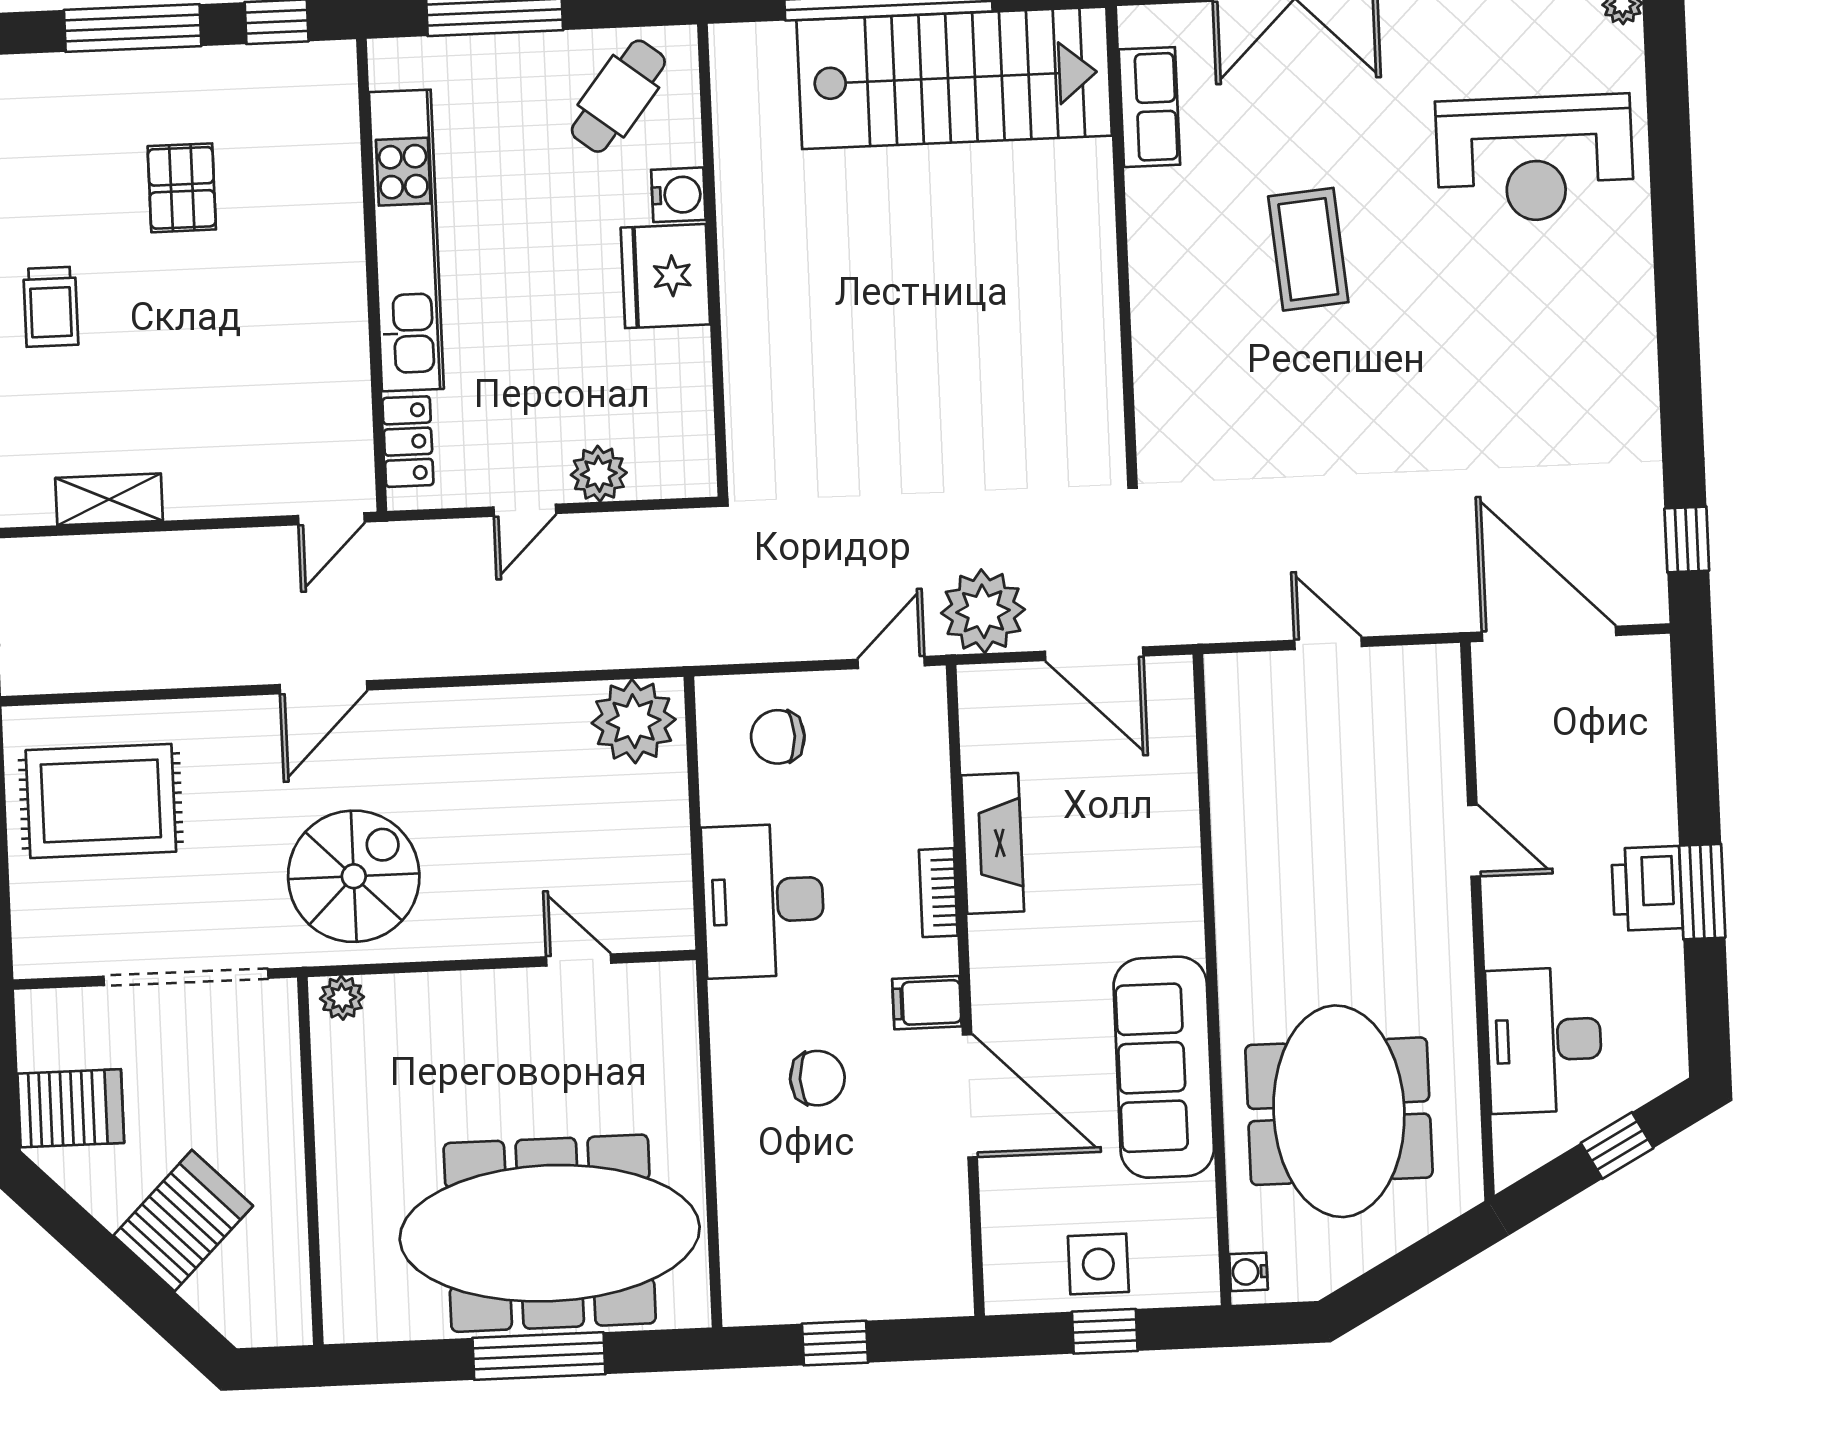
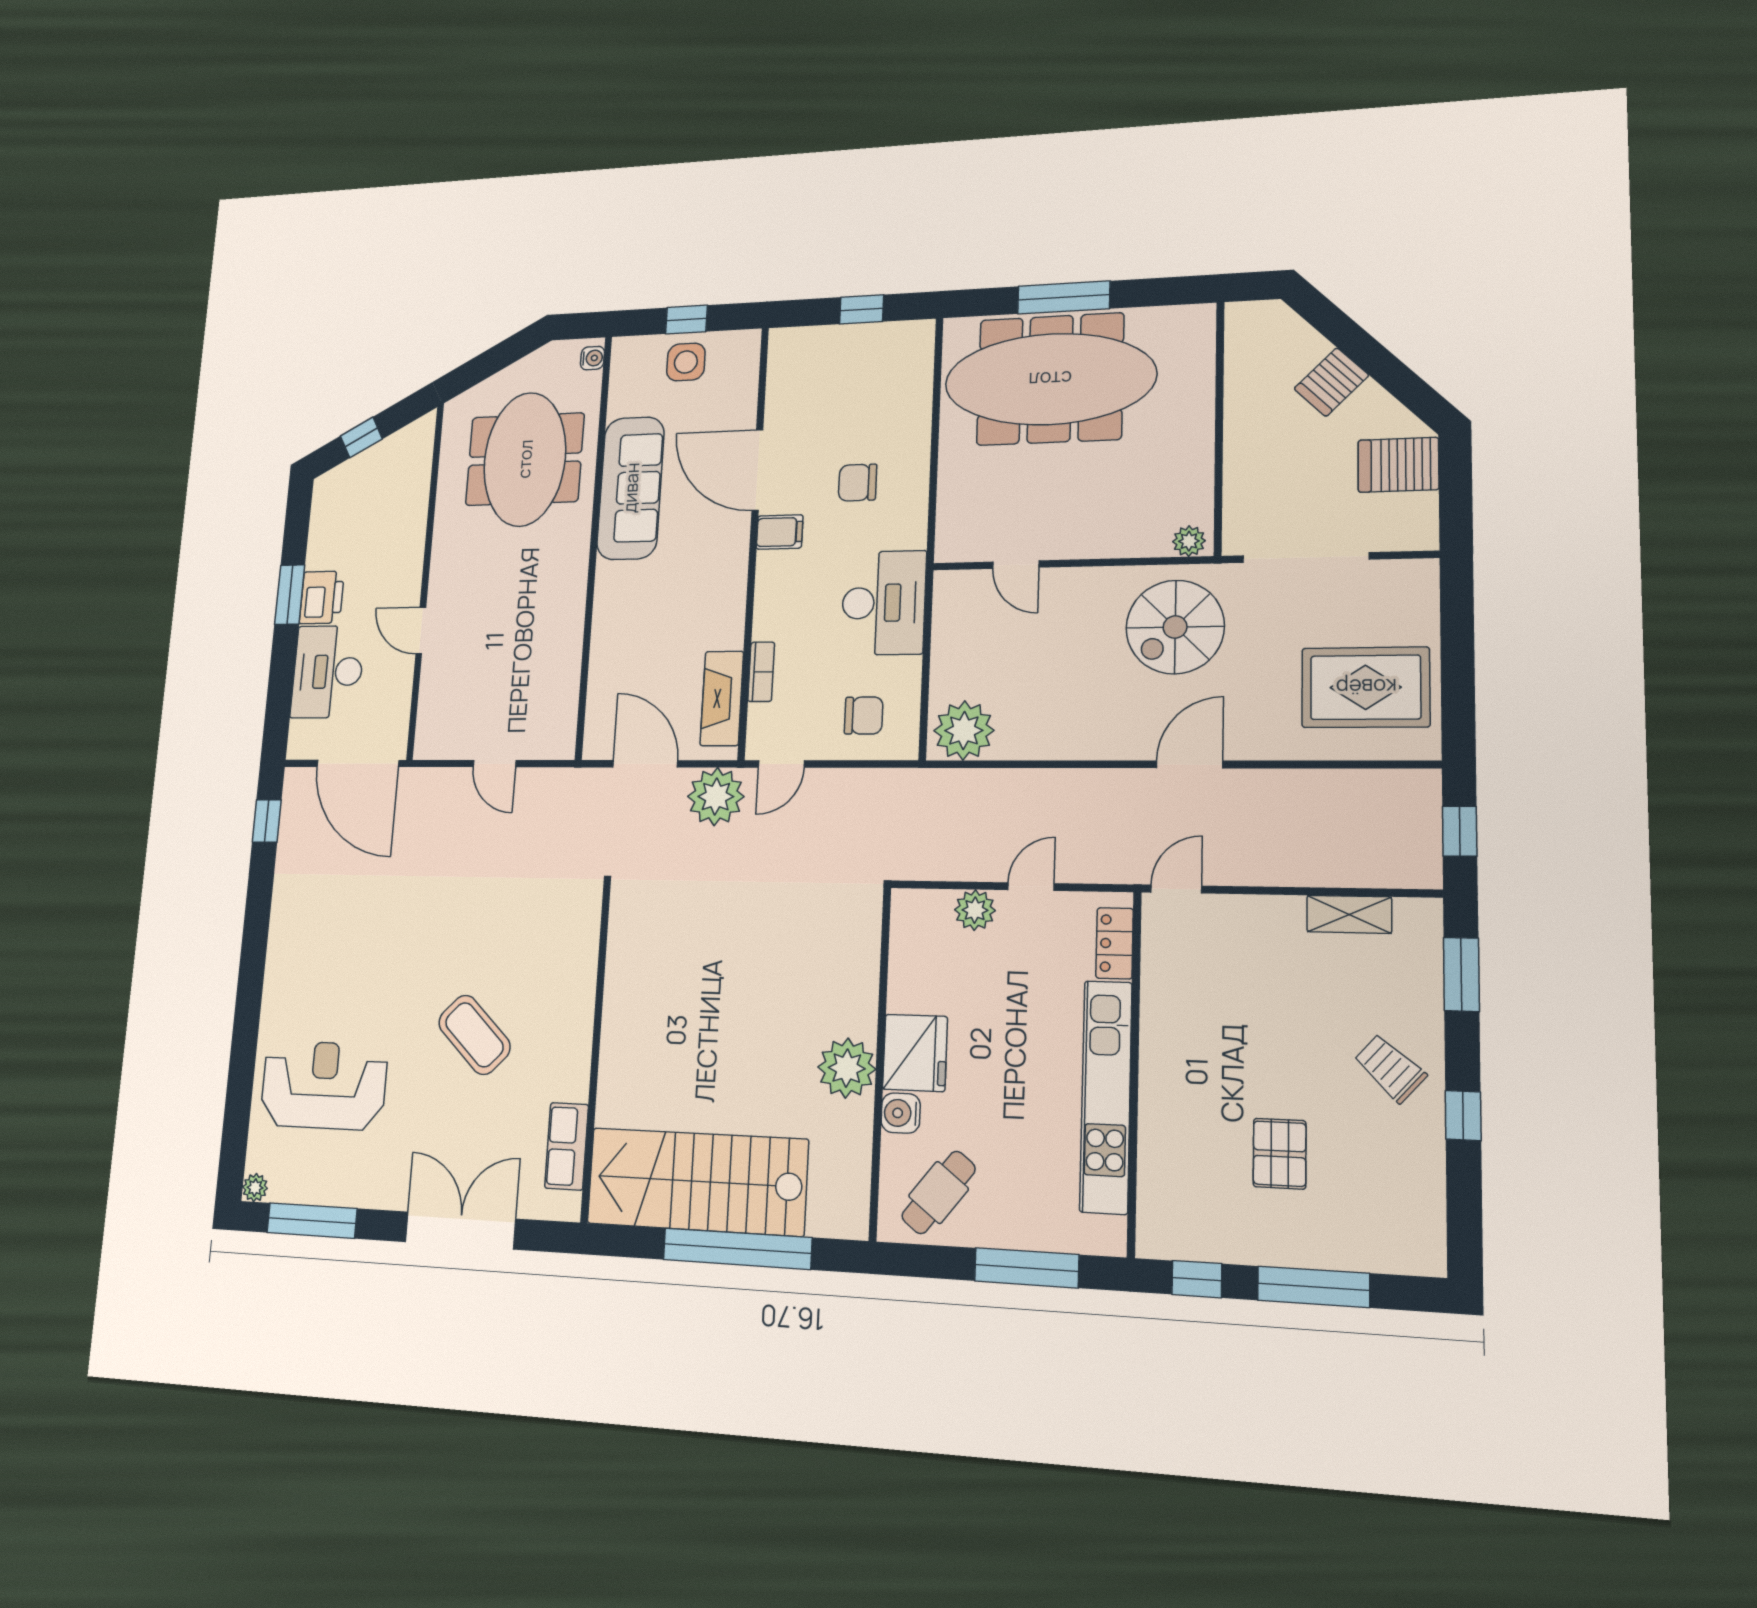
plant: (758, 248) -> (847, 1068), added
coffee table: (1308, 249) -> (474, 1035), turned -41
trolley: (51, 307) -> (1390, 1068), turned -48
fireplace: (993, 843) -> (722, 698), moved
bookcase: (938, 893) -> (761, 672), moved
desk: (1544, 1040) -> (328, 672), moved, turned 180
server rack: (183, 1221) -> (1331, 382), width x0.73, depth x0.70

